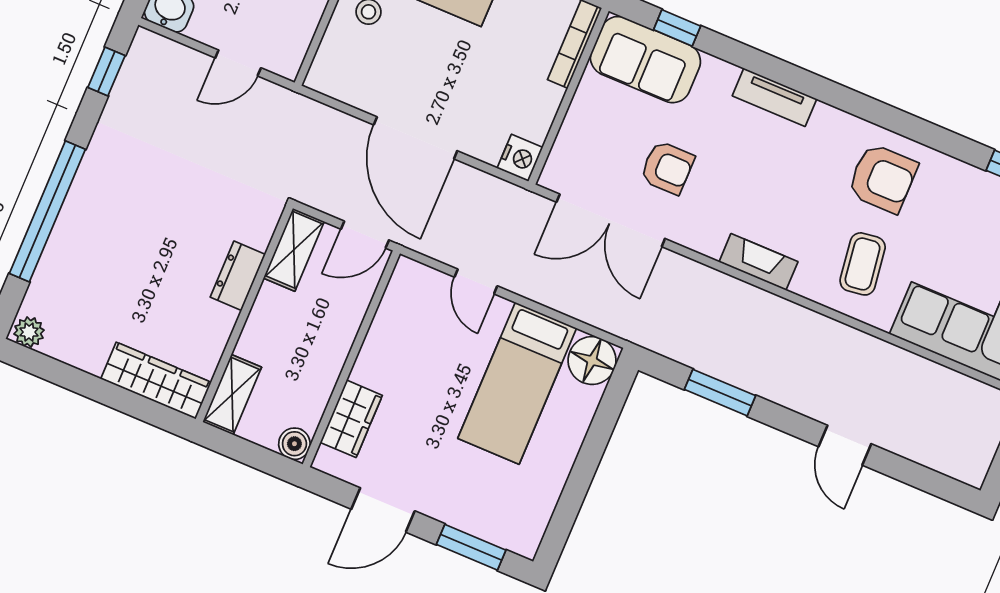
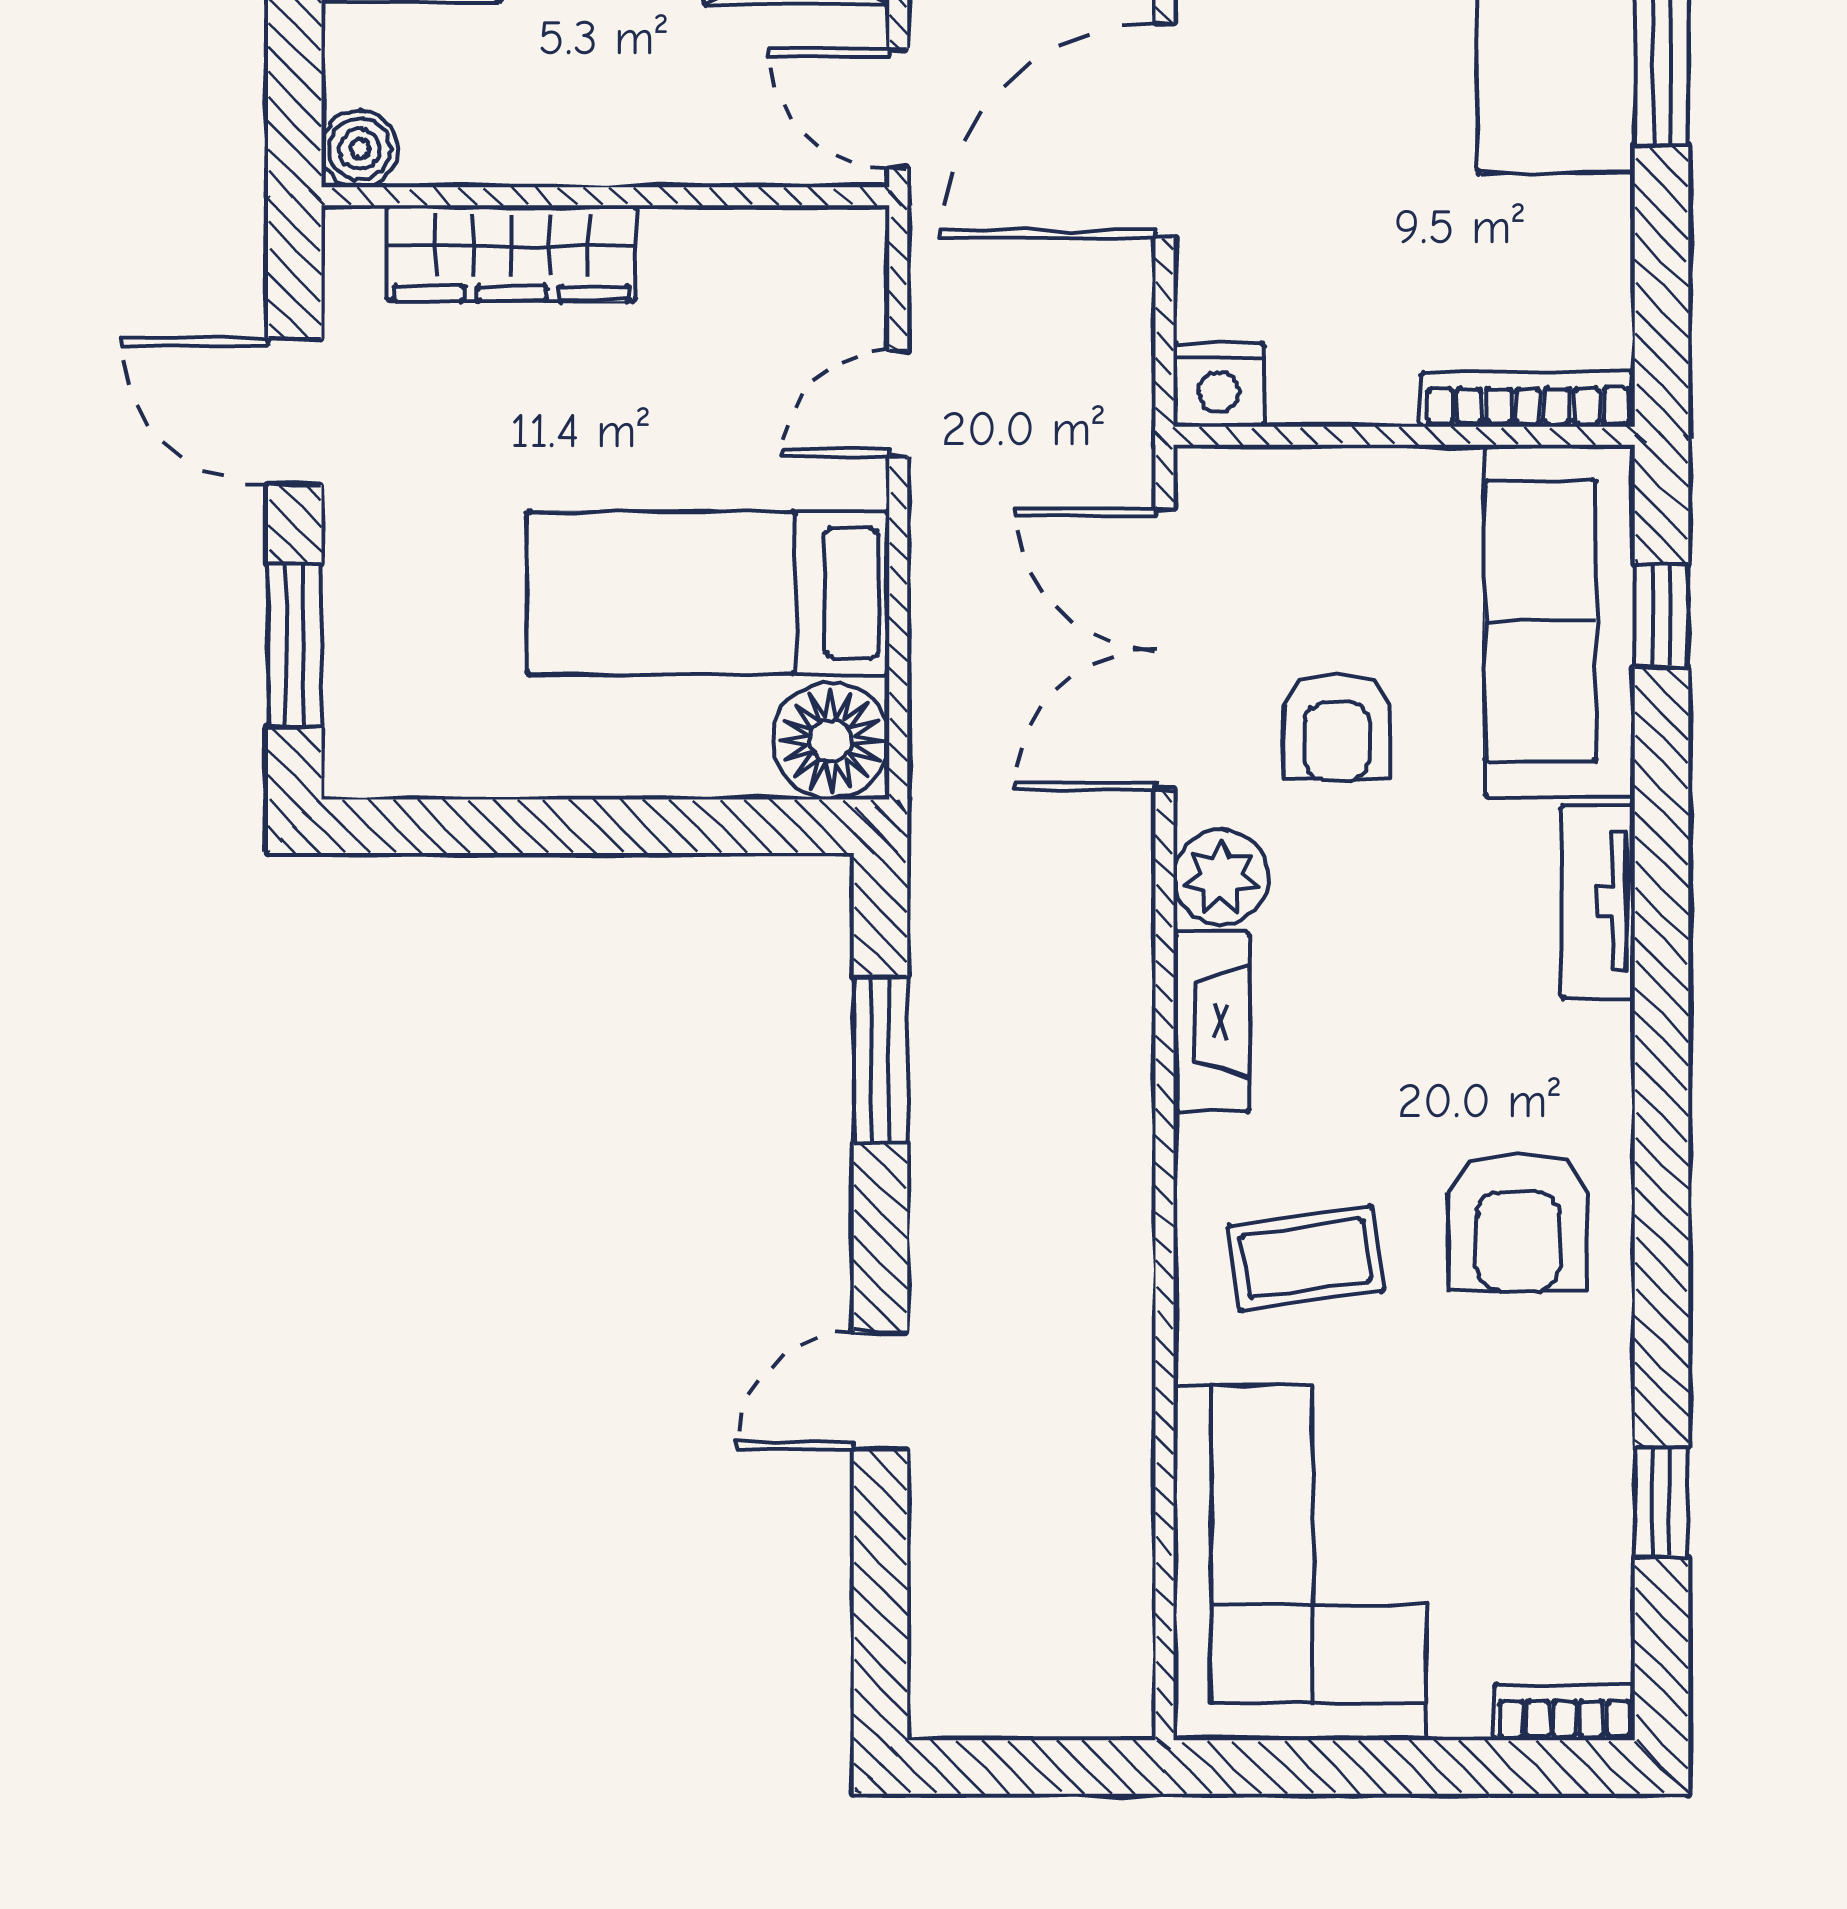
sofa: (645, 60) -> (1560, 621), width x1.36
plant: (706, 235) -> (1221, 878), added
wardrobe: (351, 419) -> (511, 253), width x1.50

